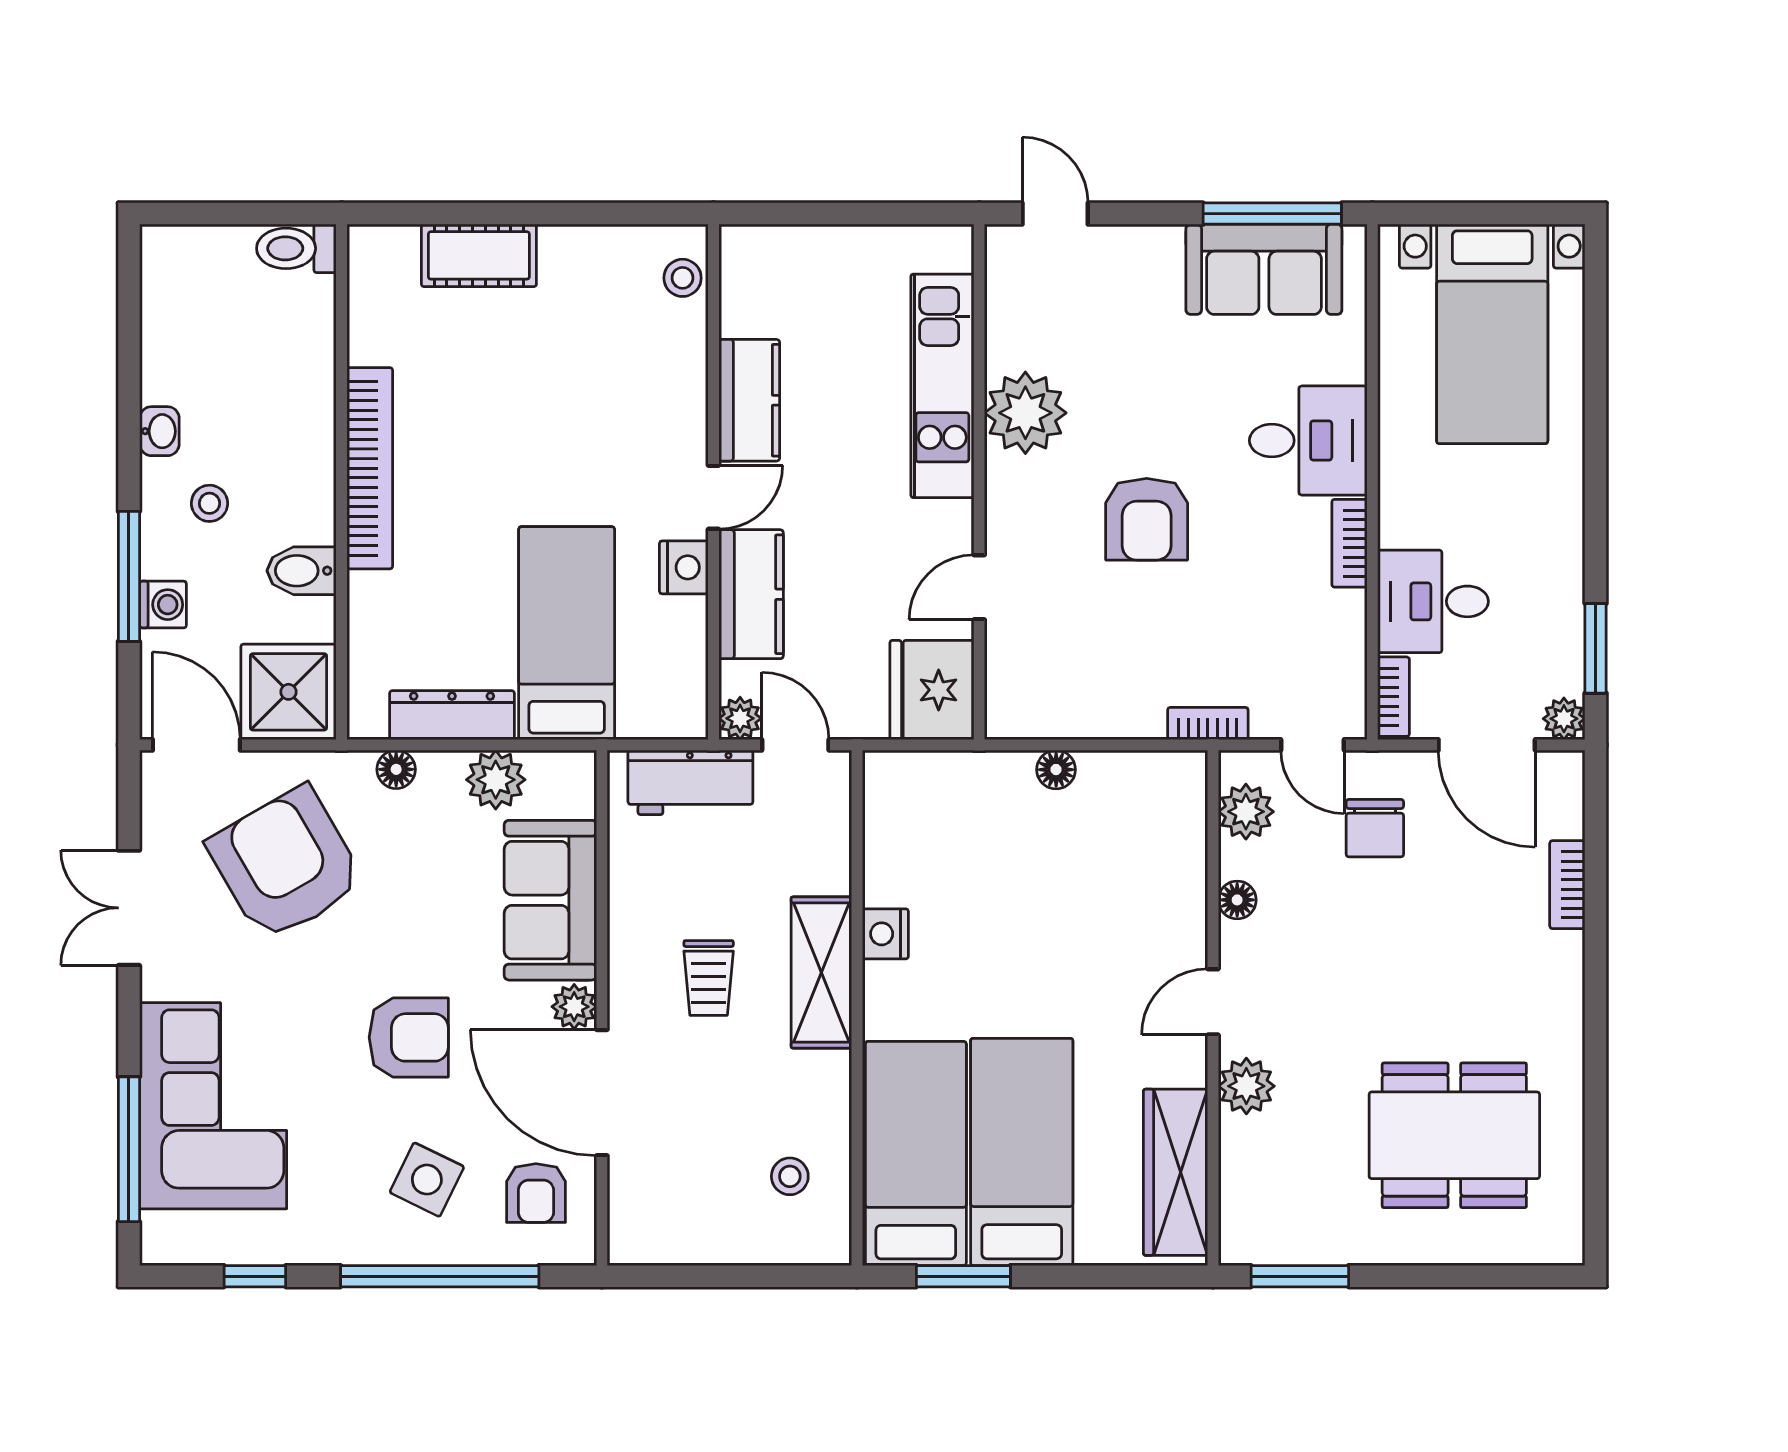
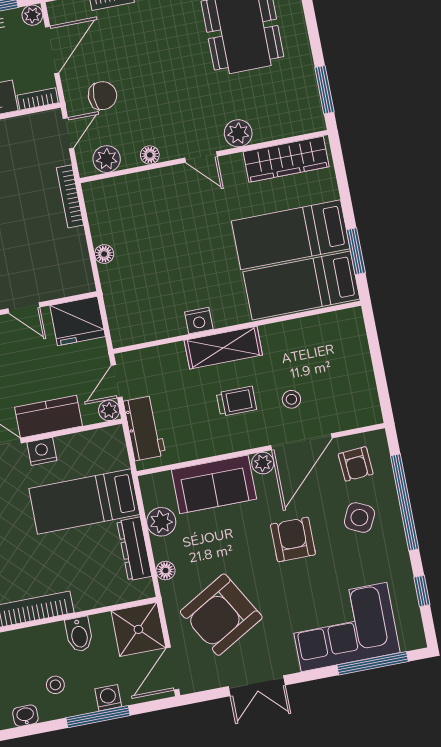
bookcase: (1208, 723) -> (70, 196), width x1.56
stool: (790, 1176) -> (291, 399), moved
armchair: (536, 1193) -> (356, 464), turned 86

